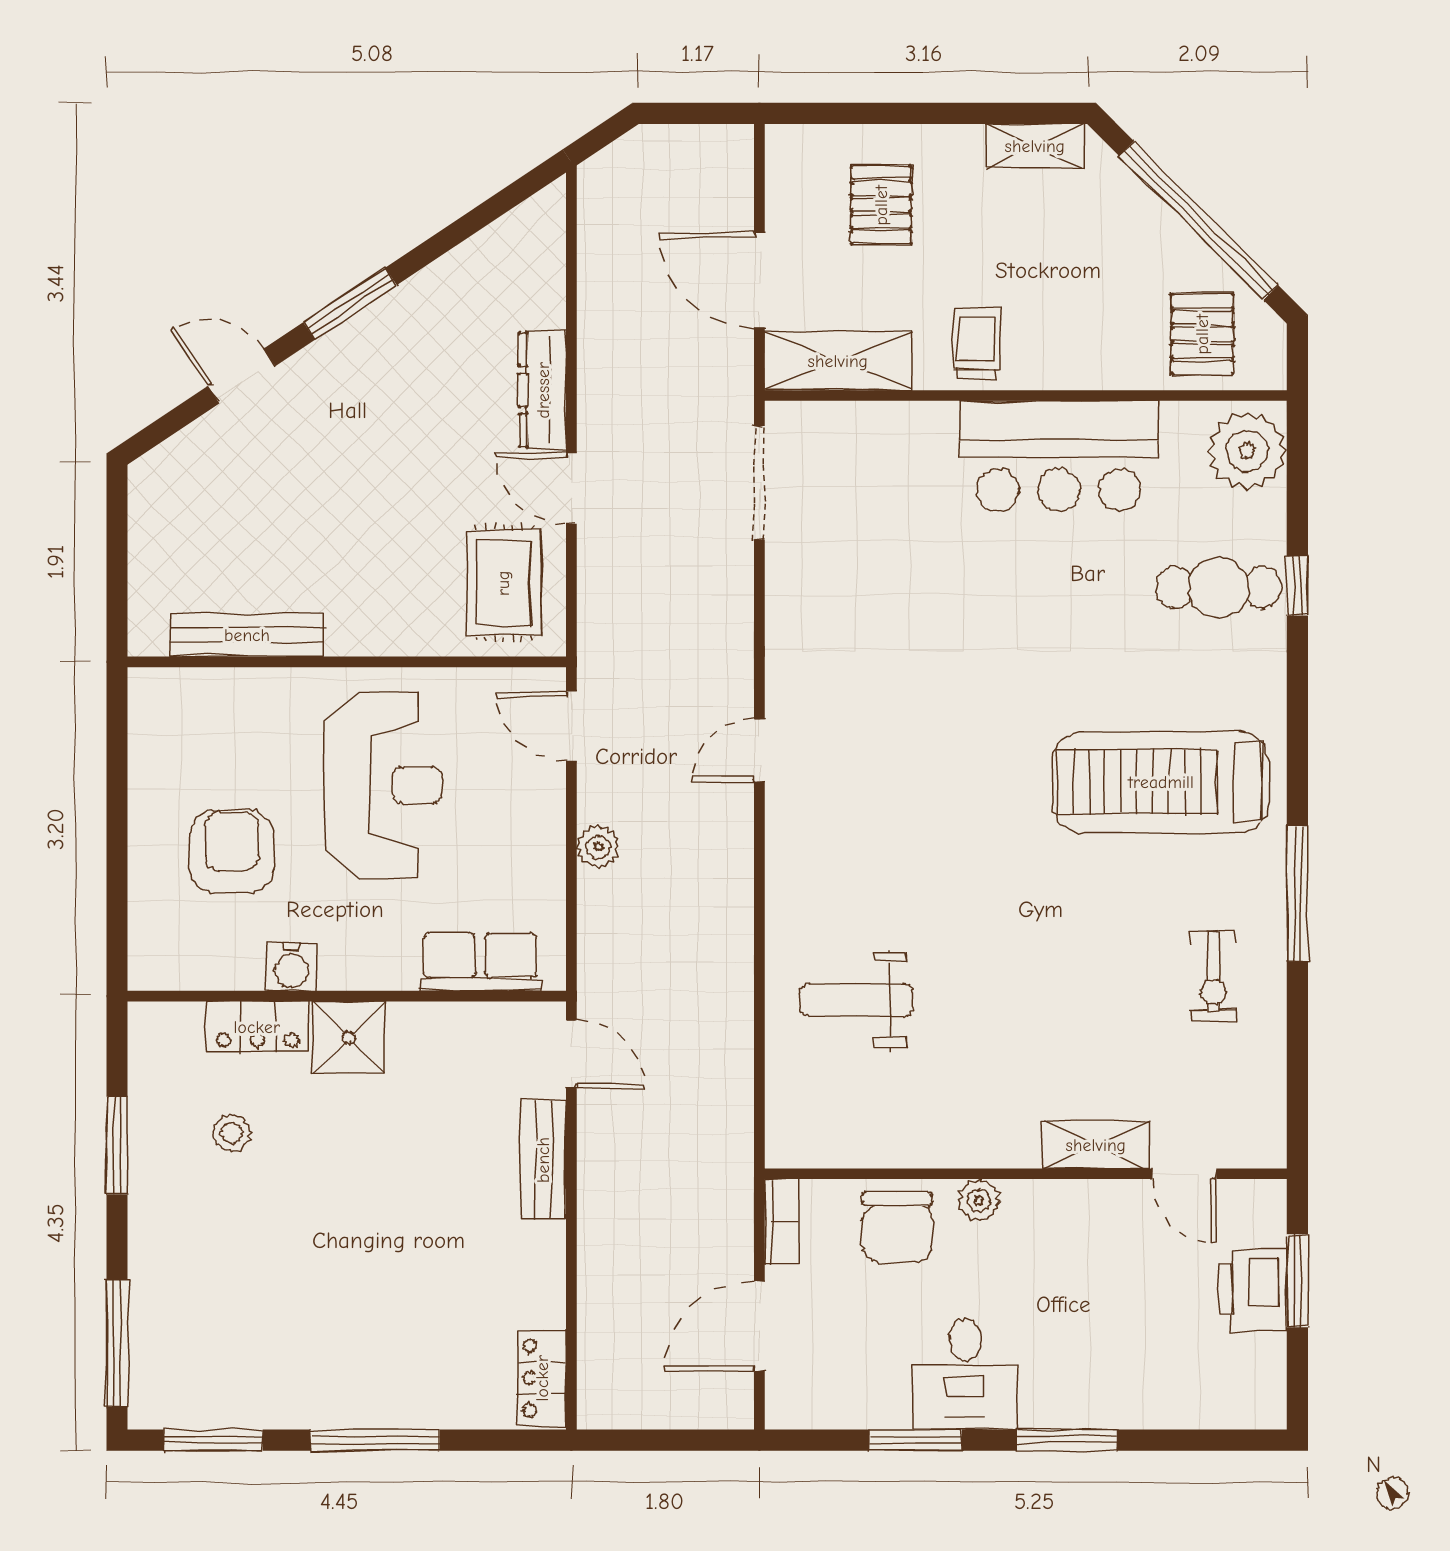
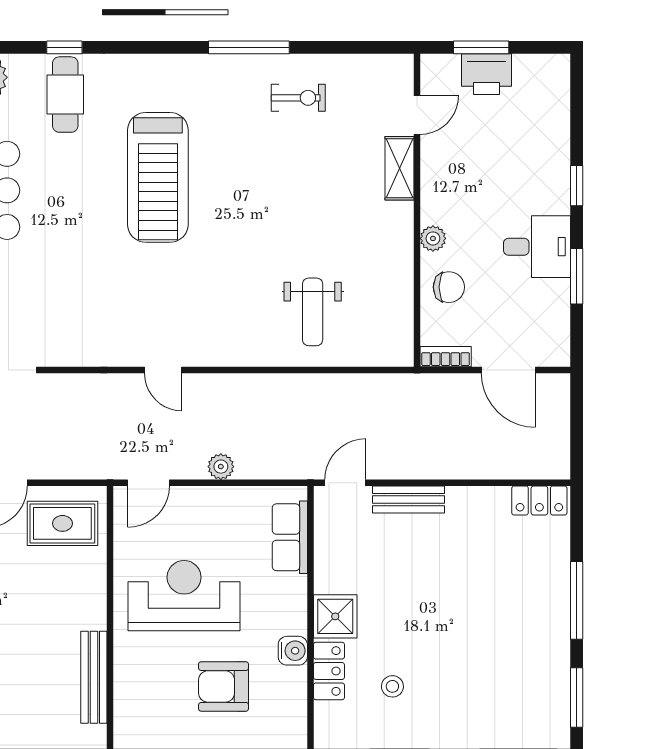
treadmill: (1161, 782) -> (158, 177), moved
chair: (897, 1227) -> (449, 287), width x0.73, depth x0.73
window: (1067, 1440) -> (577, 186), width x0.67

